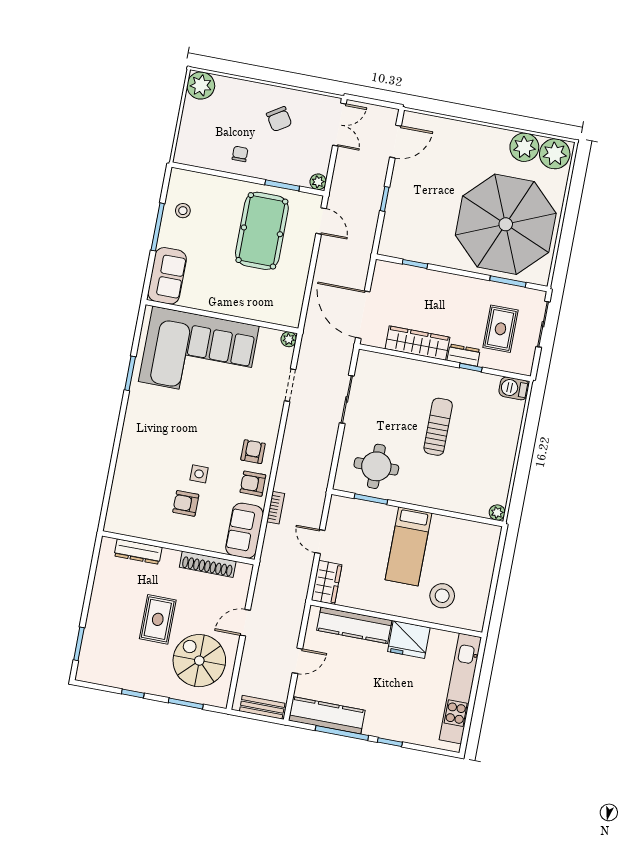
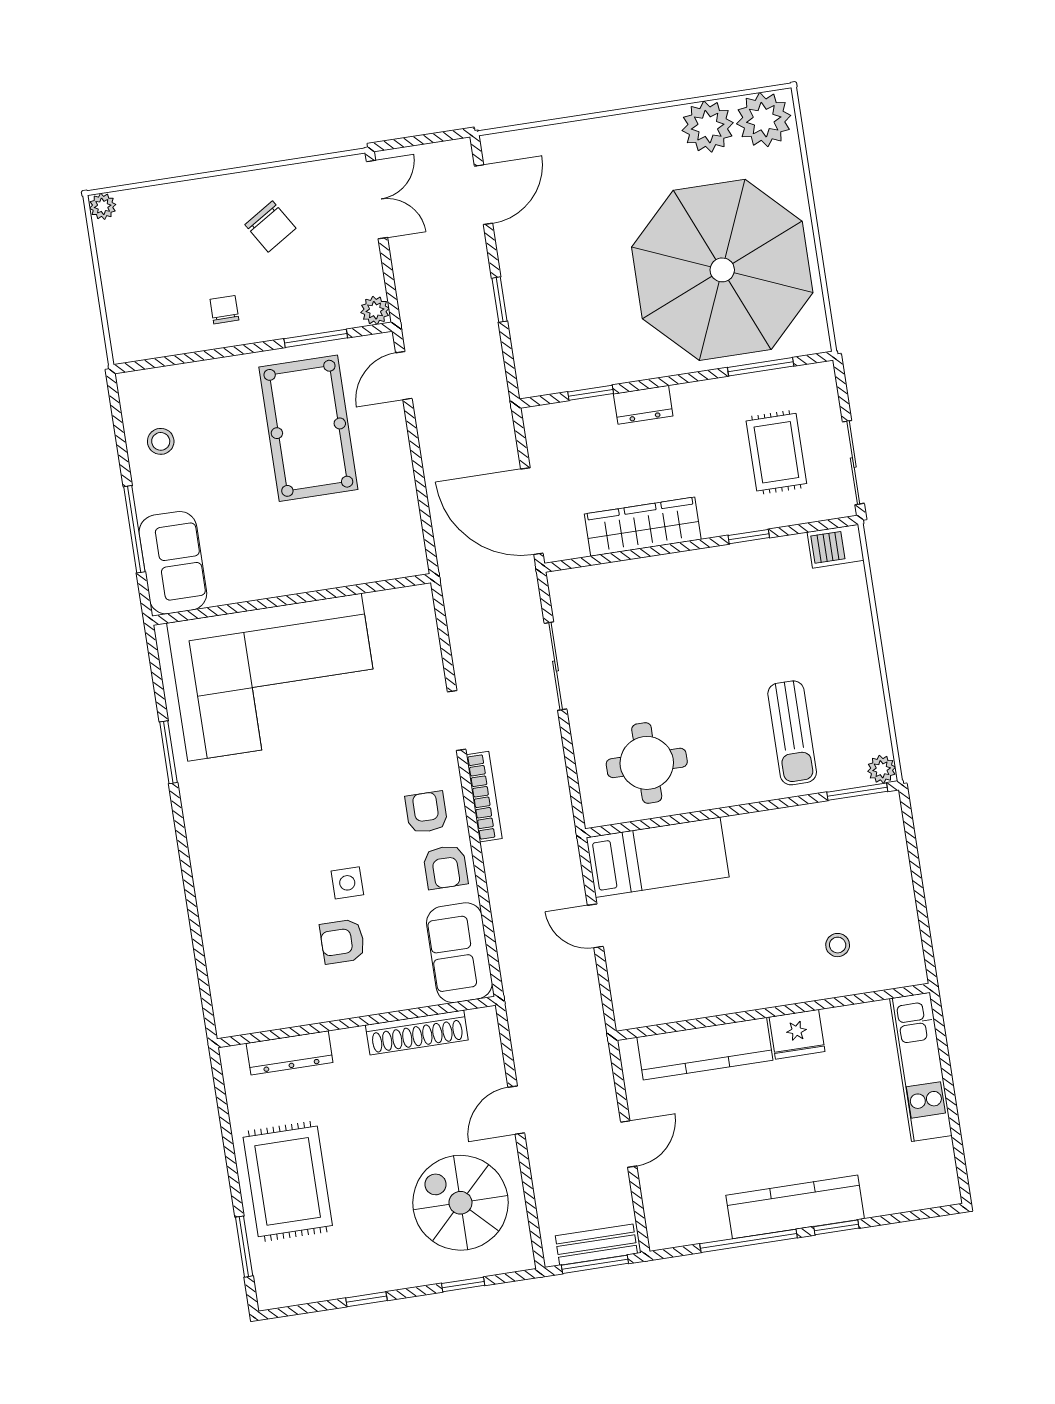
plant: (201, 86) -> (103, 206), width x0.53, depth x0.53
door: (321, 221) -> (404, 376), swing flipped
window: (158, 227) -> (134, 529), moved
sliding door: (543, 324) -> (853, 463), moved
plant: (289, 339) -> (420, 598), removed
dresser: (464, 355) -> (643, 405), moved, turned 180
doorway: (290, 385) -> (457, 721), moved
sun lounger: (438, 427) -> (792, 733), moved, turned 180
armchair: (253, 484) -> (445, 867), turned -90
window: (371, 499) -> (857, 792), moved
bookcase: (276, 508) -> (484, 797), moved, width x1.56
bed: (408, 546) -> (658, 857), moved, turned -90
wardrobe: (327, 582) -> (631, 992), removed
stool: (442, 596) -> (838, 945), width x0.53, depth x0.53
rug: (158, 619) -> (288, 1181), moved, width x1.36, depth x1.43
fridge: (409, 639) -> (797, 1034), width x0.73, depth x0.75
kitchen unit: (460, 689) -> (921, 1067), width x0.73
window: (186, 703) -> (463, 1284), width x0.67
kitchen counter: (327, 715) -> (795, 1207), moved
window: (258, 717) -> (595, 1264), added

